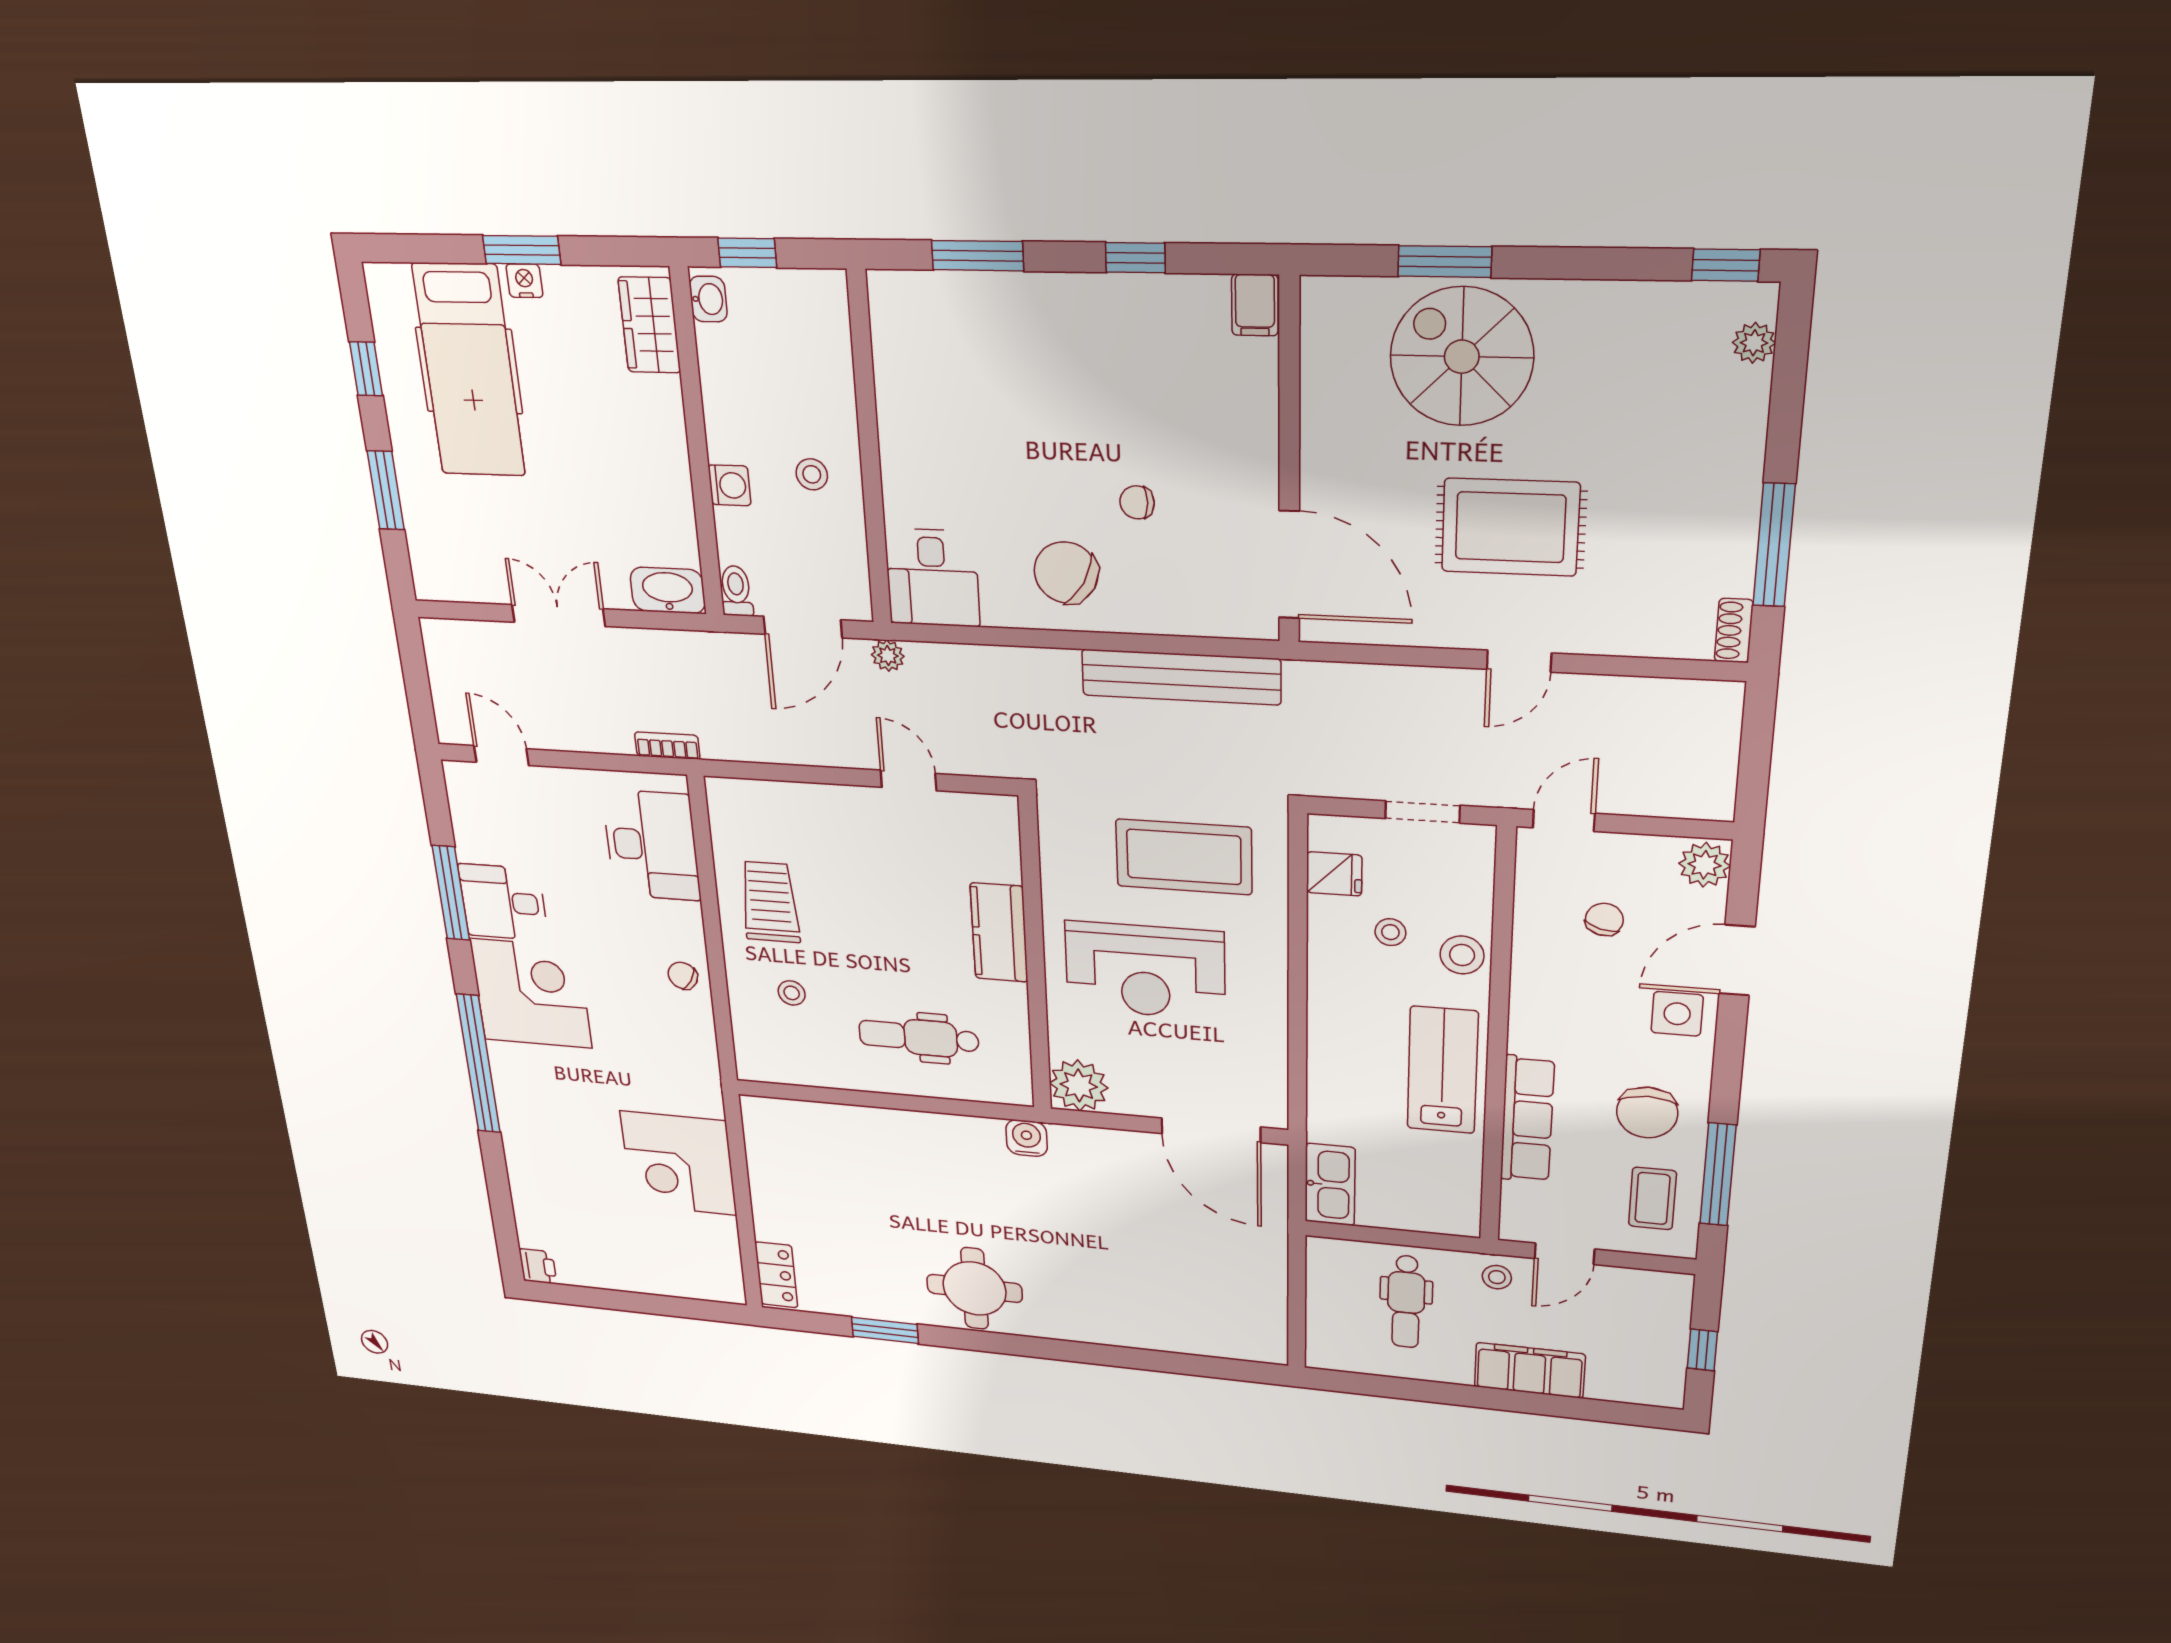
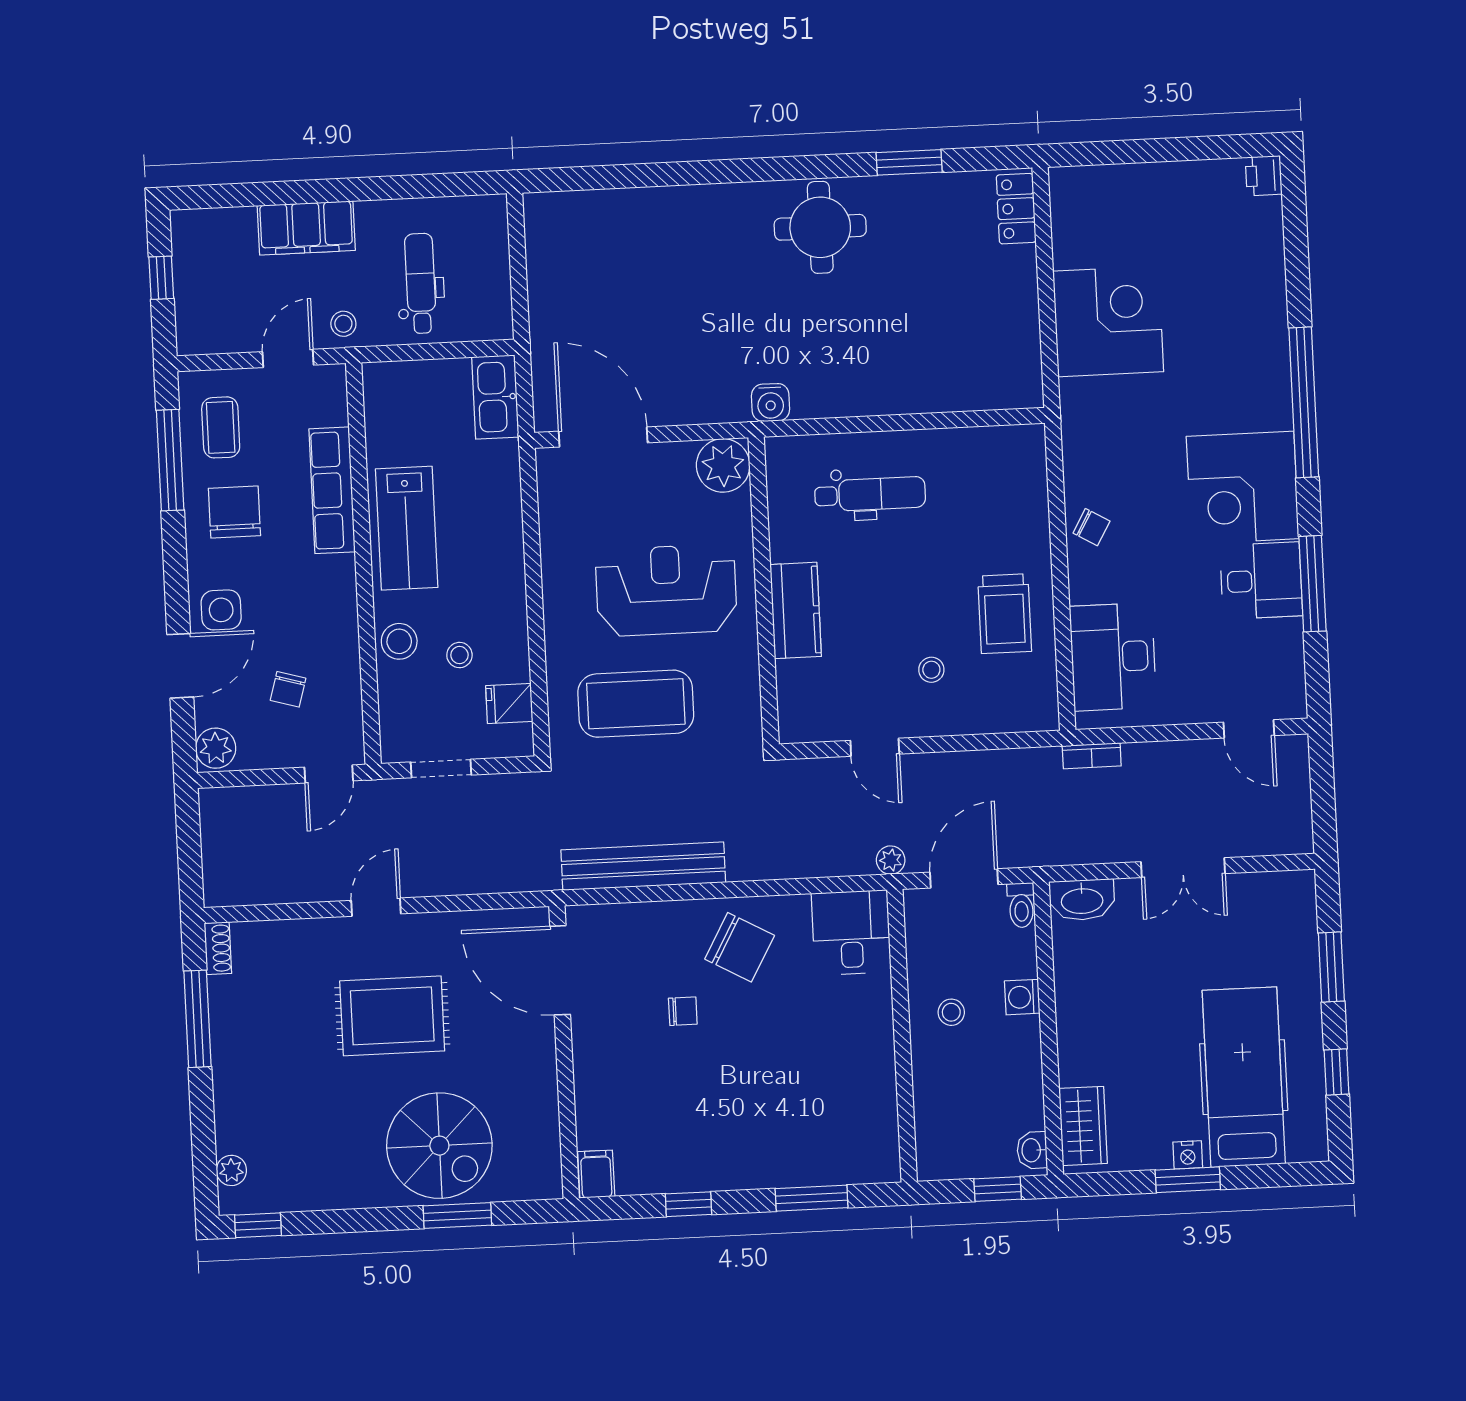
stool: (792, 993) -> (931, 670), moved

